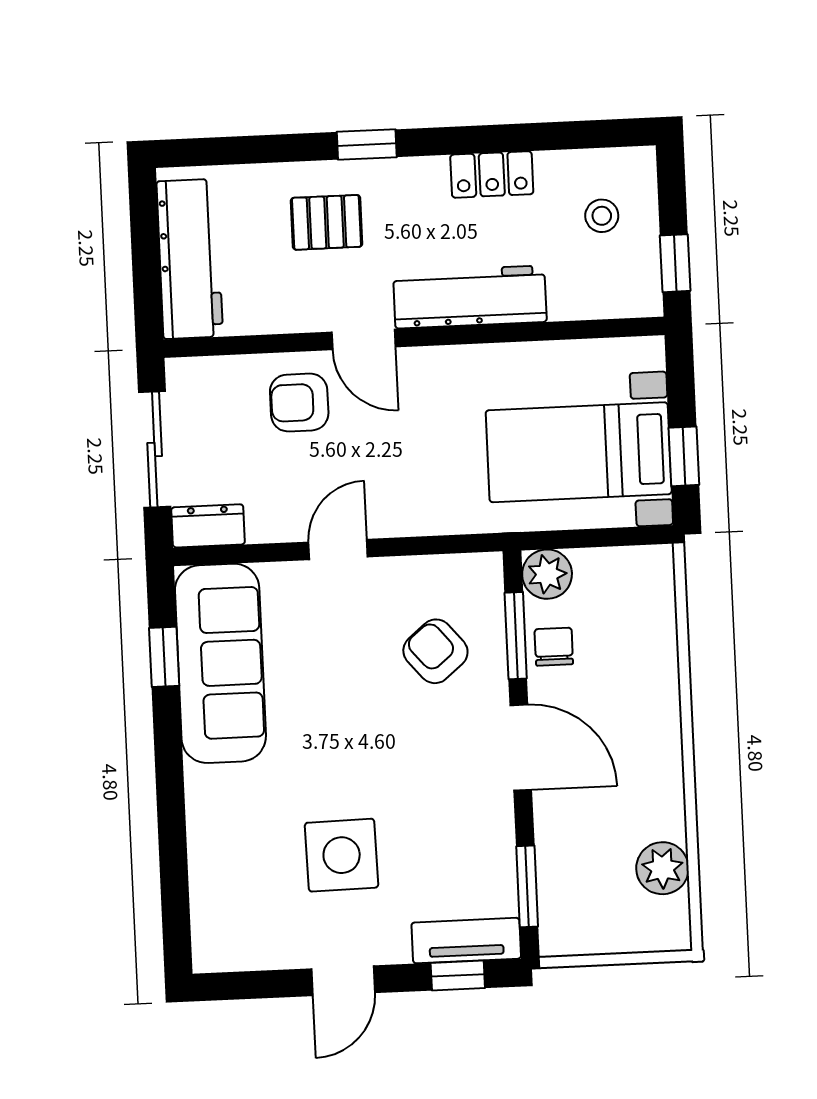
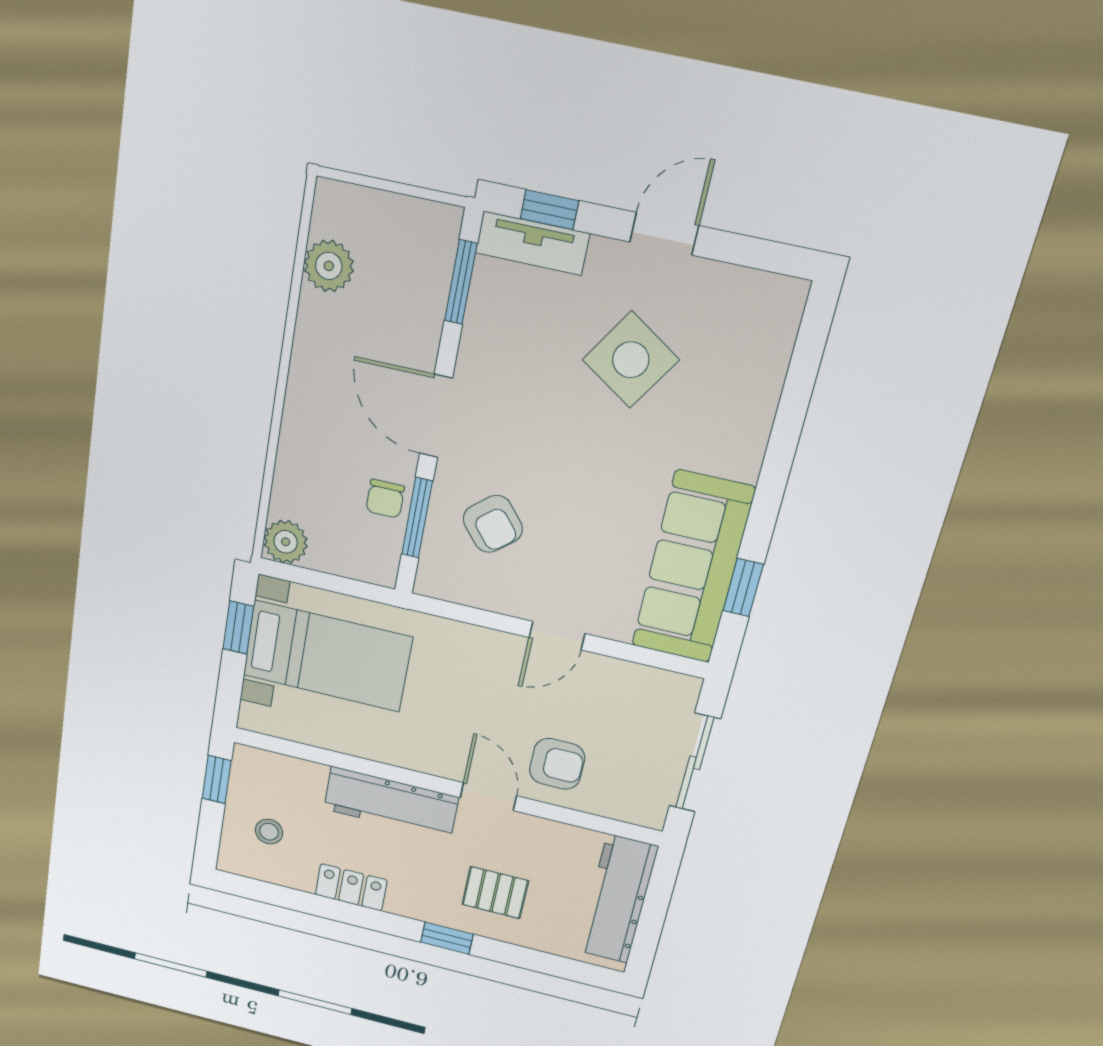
dresser: (208, 526) -> (667, 688), removed
plant: (547, 574) -> (286, 542), moved
side table: (342, 855) -> (631, 360), turned 34

